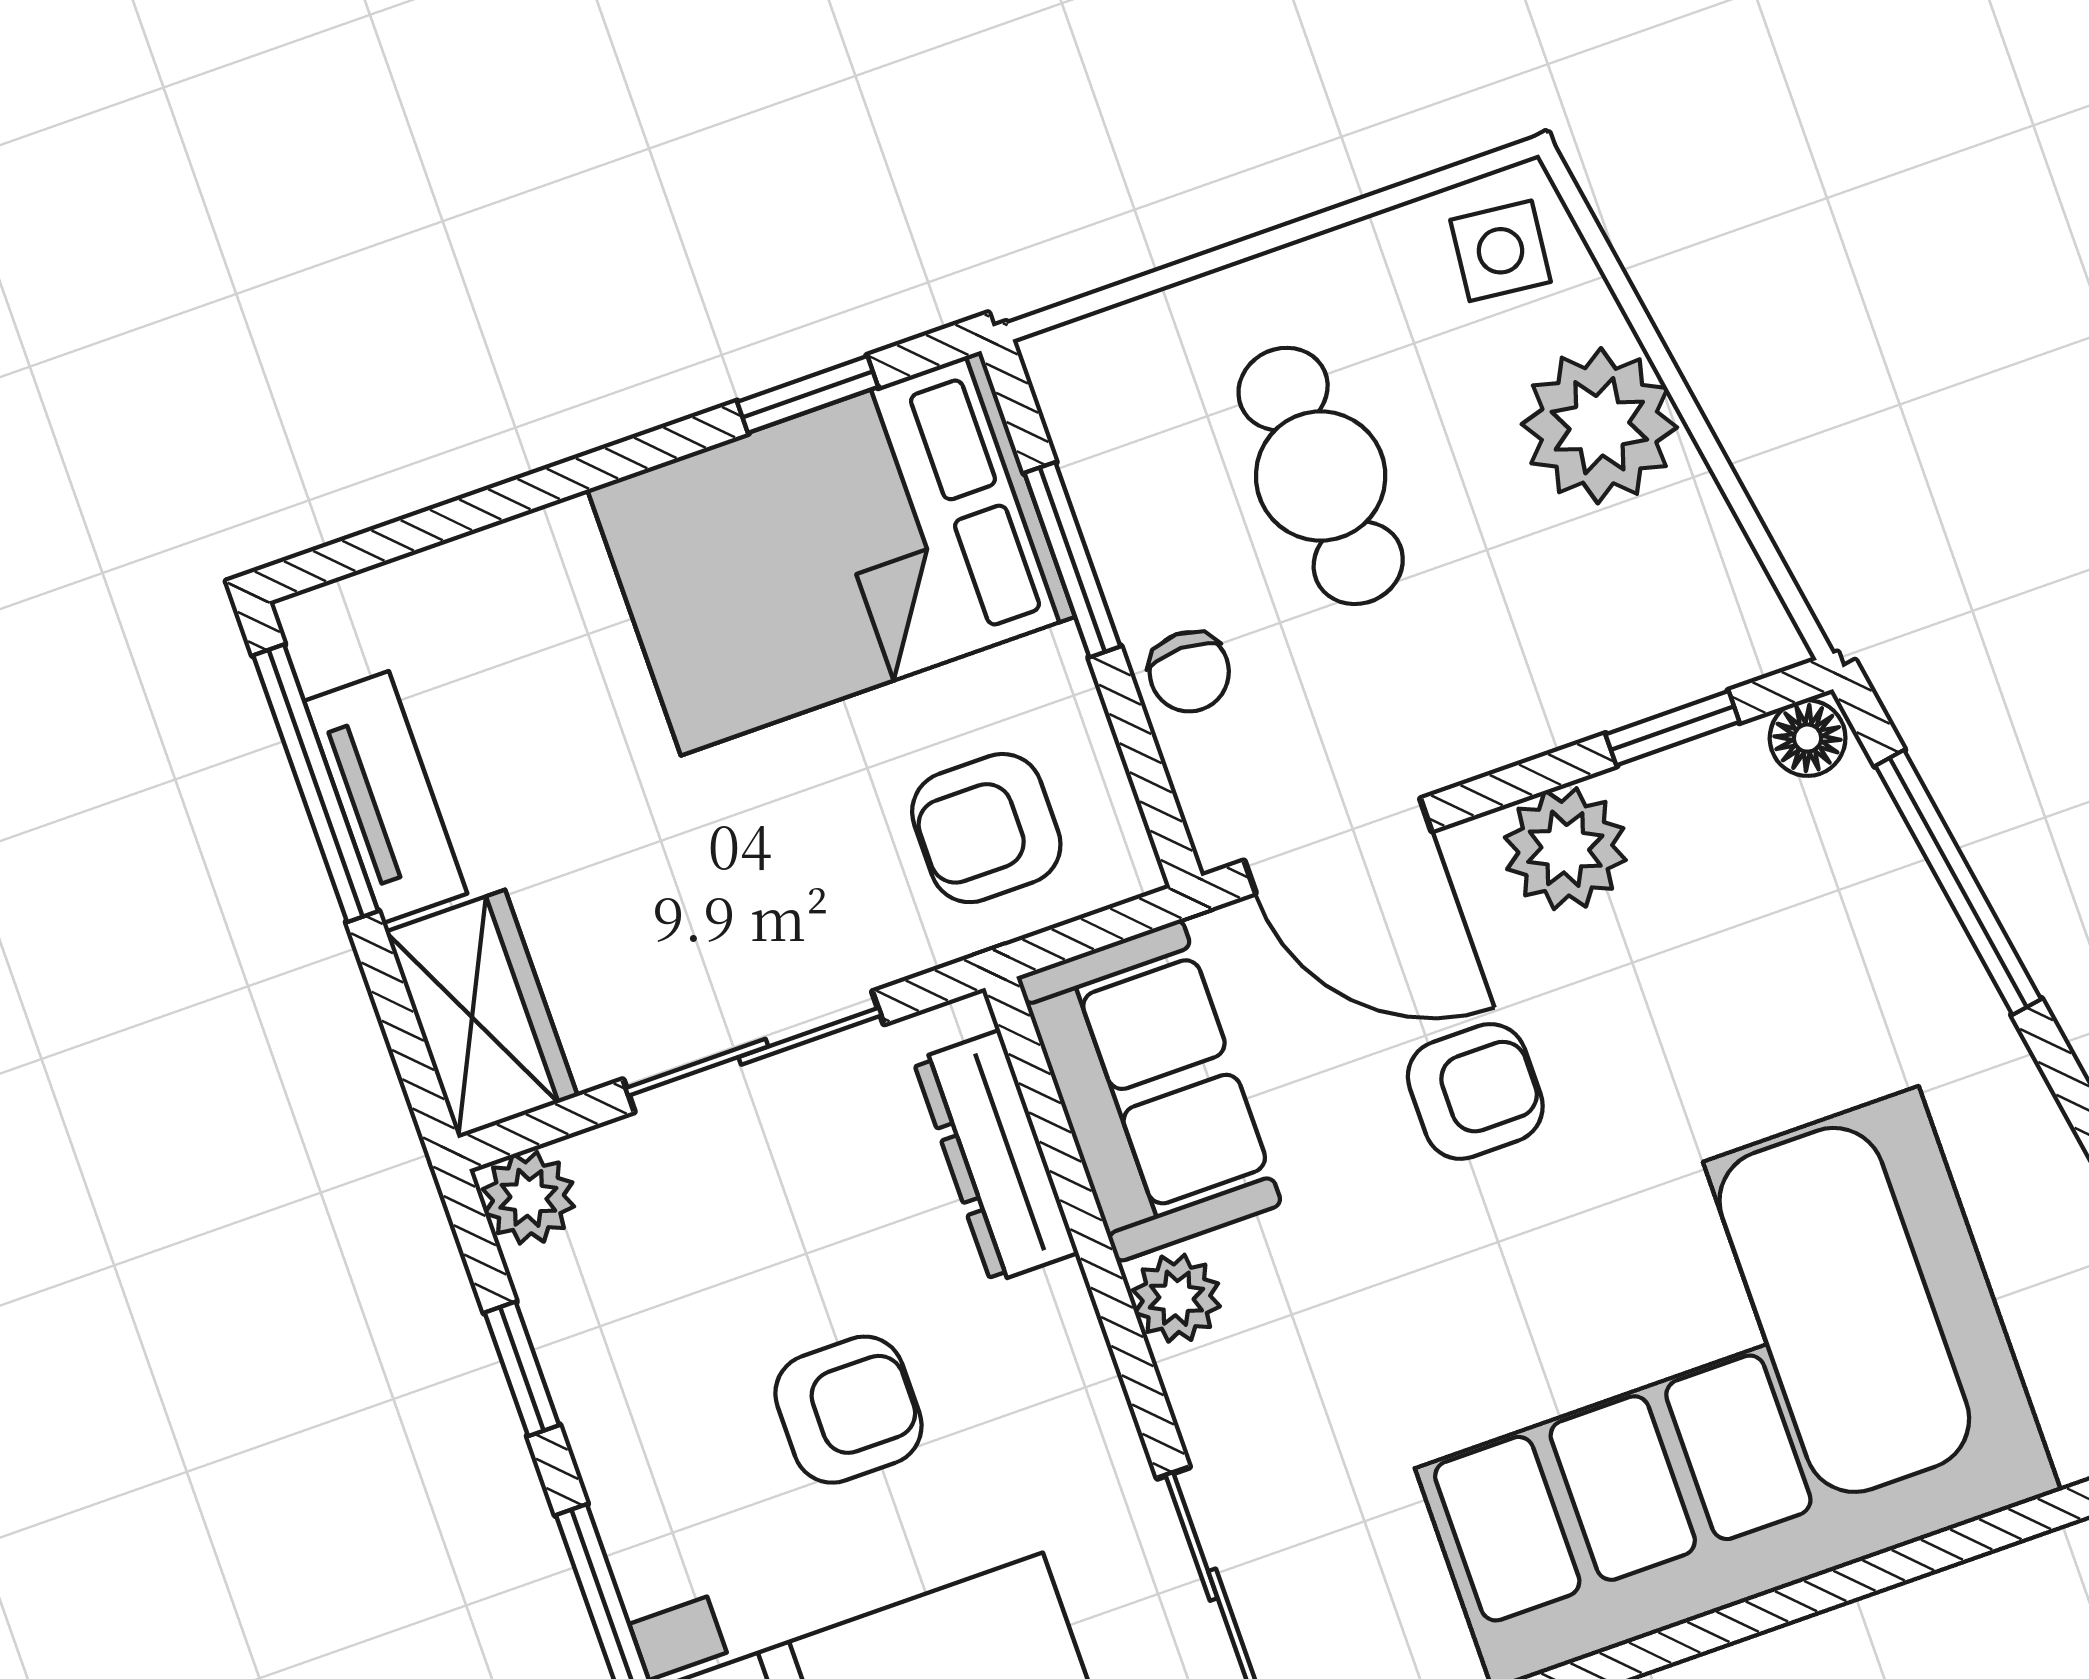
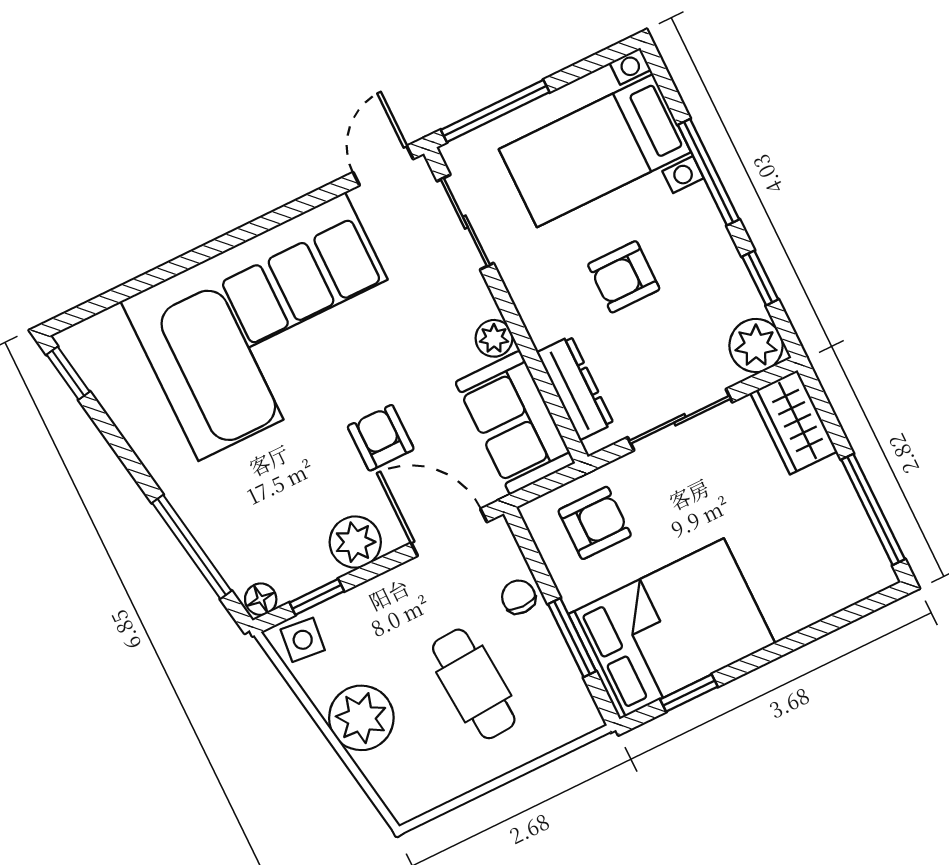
side table: (1501, 251) -> (303, 640), moved
tv unit: (386, 797) -> (844, 507), removed
armchair: (1475, 1091) -> (381, 438), turned 90
plant: (528, 1198) -> (756, 345), width x1.38, depth x1.38

